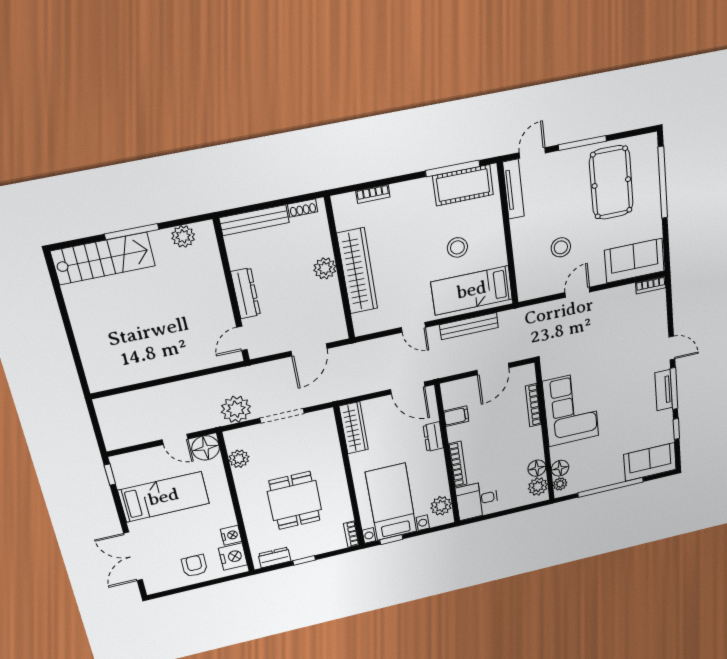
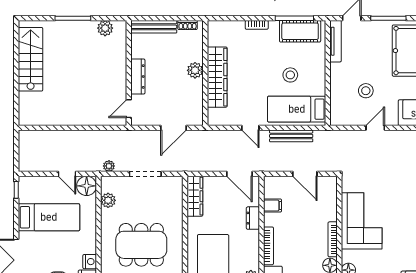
bookcase: (373, 194) -> (257, 25), moved
stairs: (103, 259) -> (31, 59), moved, turned -90
door: (493, 369) -> (305, 174), hinge flipped
bookcase: (533, 405) -> (333, 239), moved
plant: (236, 409) -> (109, 166), width x0.53, depth x0.53
dining table: (295, 501) -> (141, 245), width x1.38

